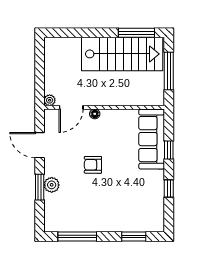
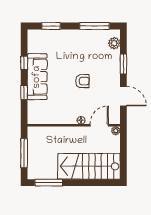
stairs: (122, 54) -> (89, 166), moved
sofa: (152, 139) -> (37, 77), moved
plant: (52, 185) -> (114, 43), moved

